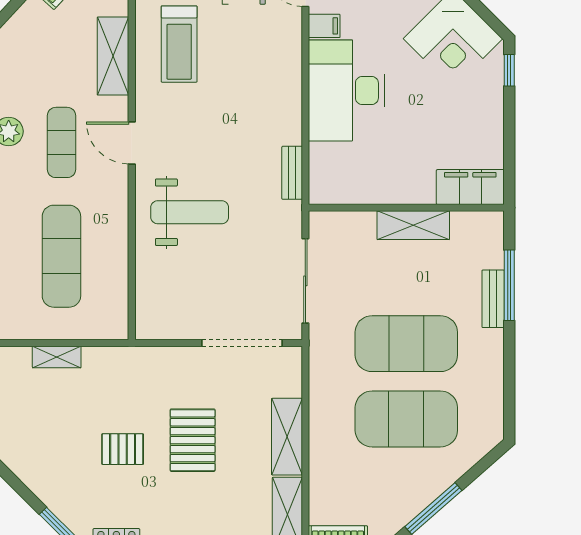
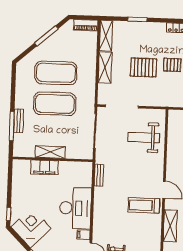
treadmill: (179, 44) -> (144, 205), moved, turned -90
filing cabinet: (470, 187) -> (44, 167), moved
weight bench: (190, 212) -> (144, 137), moved
pallet: (193, 440) -> (144, 67), turned 90

